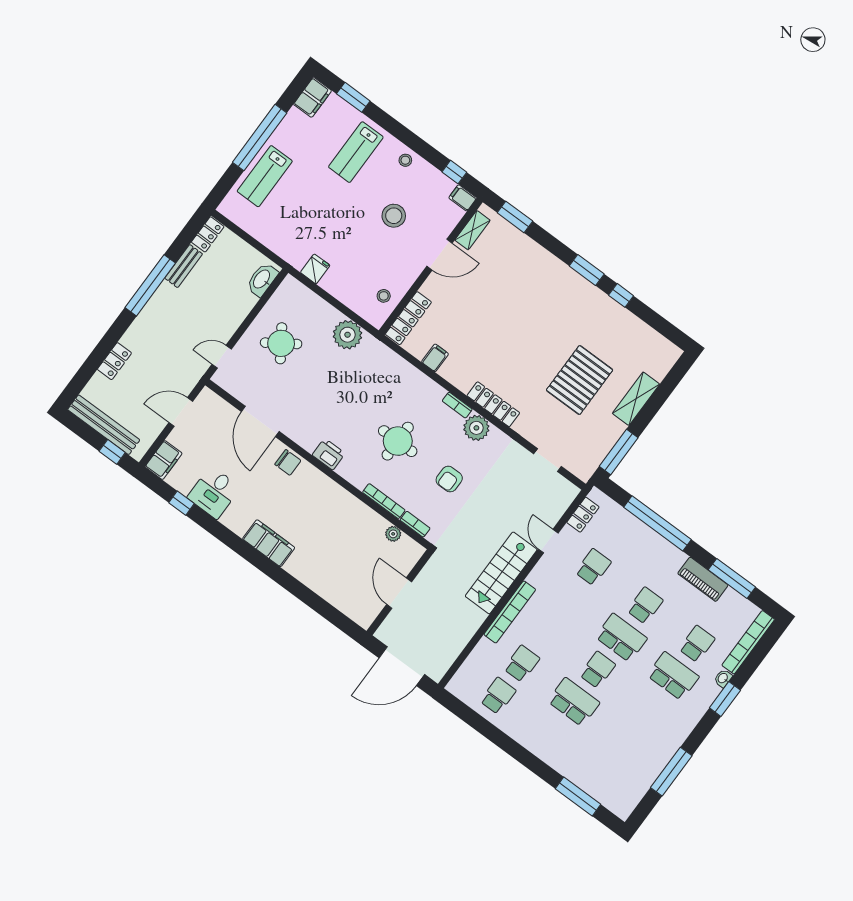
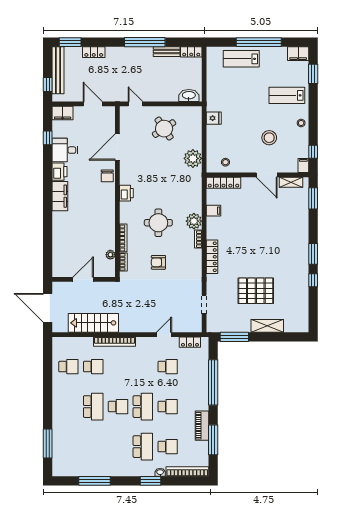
window: (79, 382) -> (70, 42), added
plant: (476, 428) -> (194, 221), moved
printer: (237, 520) -> (59, 172), added
stairs: (501, 573) -> (93, 323), moved

